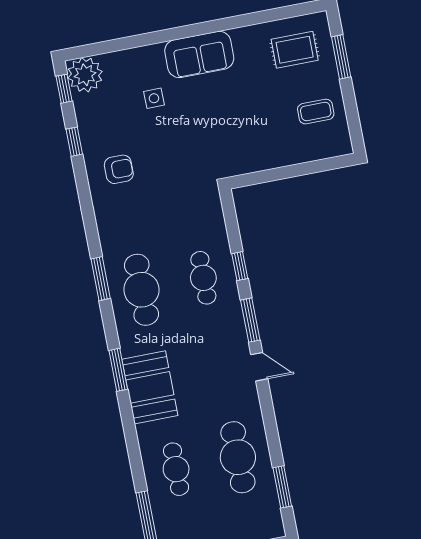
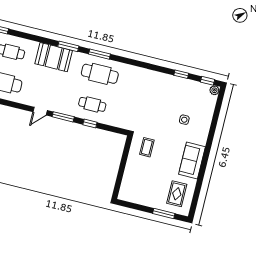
sofa: (199, 54) -> (192, 160), moved
plant: (85, 75) -> (214, 90), width x0.53, depth x0.53
coffee table: (316, 112) -> (147, 147), moved
armchair: (119, 169) -> (159, 89), removed
window: (101, 279) -> (99, 54), moved

